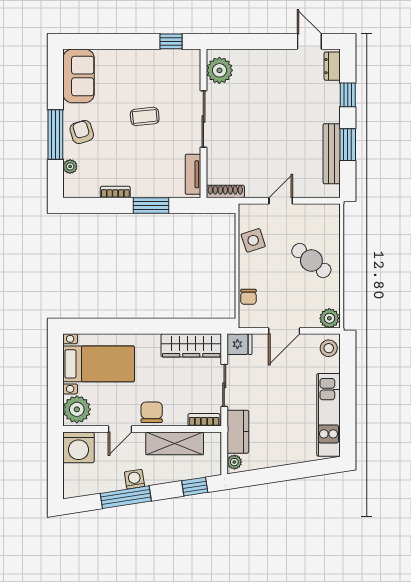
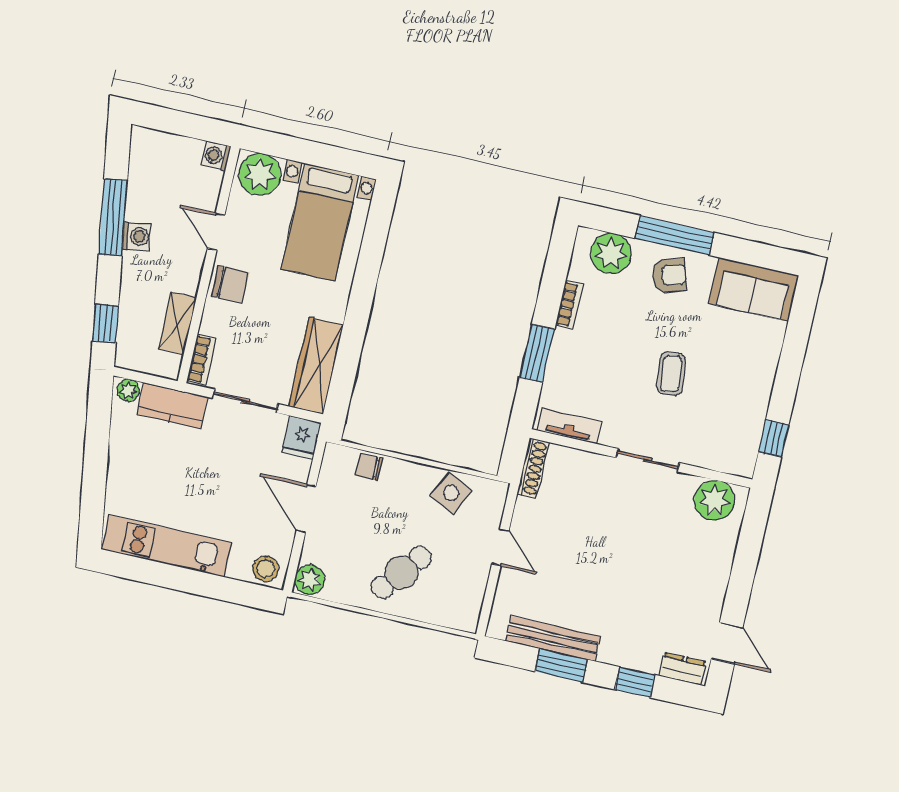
door: (309, 41) -> (727, 643), hinge flipped
sliding door: (203, 119) -> (648, 460), width x0.73
plant: (70, 166) -> (611, 253), width x1.88, depth x1.88
side table: (253, 240) -> (451, 493), turned 45
shelving: (175, 443) -> (177, 323), width x0.67, depth x0.75
washing machine: (79, 447) -> (216, 156), width x0.53, depth x0.53

